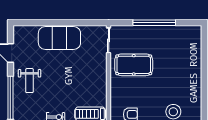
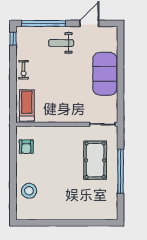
pool table: (134, 65) -> (95, 160), moved

